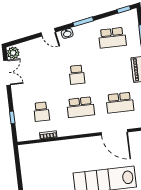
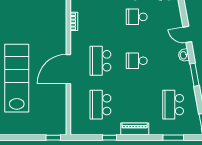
door: (48, 32) -> (187, 34), hinge flipped
school desk: (41, 112) -> (137, 17), moved
door: (114, 132) -> (68, 69), moved

